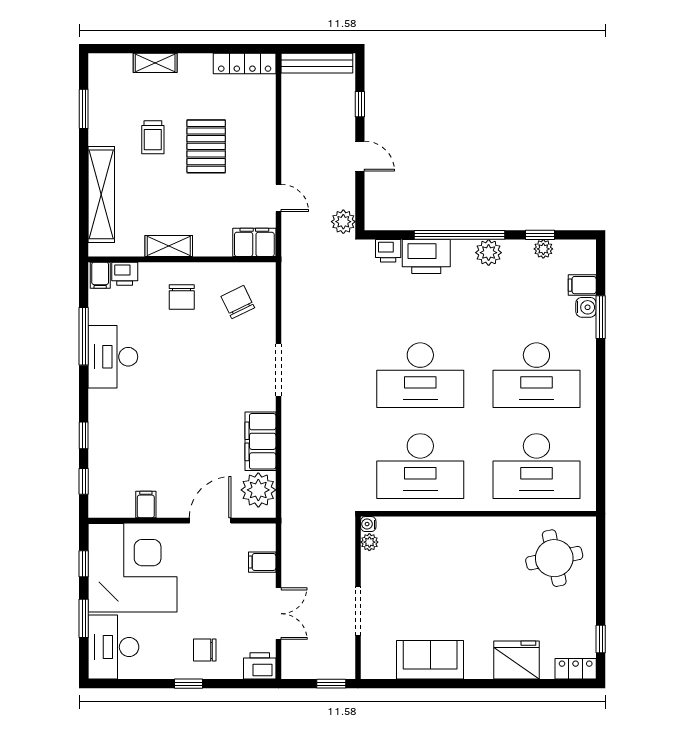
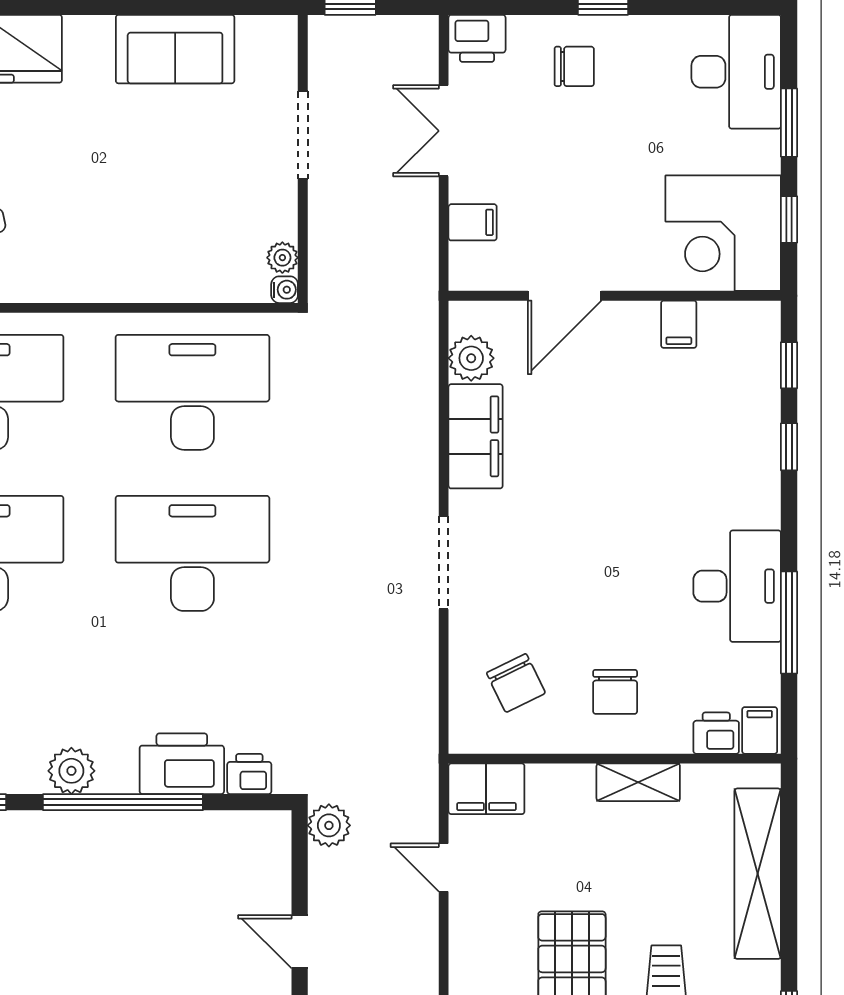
chair: (182, 297) -> (615, 692), turned 180
plant: (258, 490) -> (471, 358), width x0.73, depth x0.73
corner desk: (133, 568) -> (723, 233), width x0.74, depth x0.74

